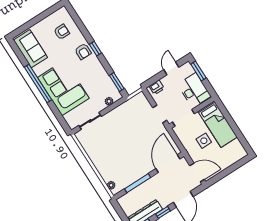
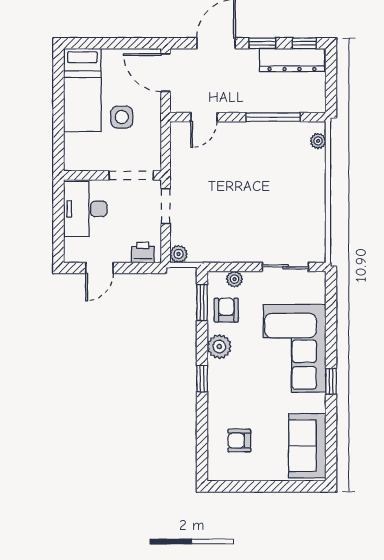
armchair: (83, 51) -> (226, 310), moved
plant: (97, 68) -> (219, 347), added
window: (198, 71) -> (58, 236), removed
window: (38, 84) -> (331, 381), width x0.32
plant: (141, 97) -> (179, 254), added
bed: (218, 124) -> (82, 90), moved, turned 180
door: (168, 164) -> (204, 117), width x0.53

